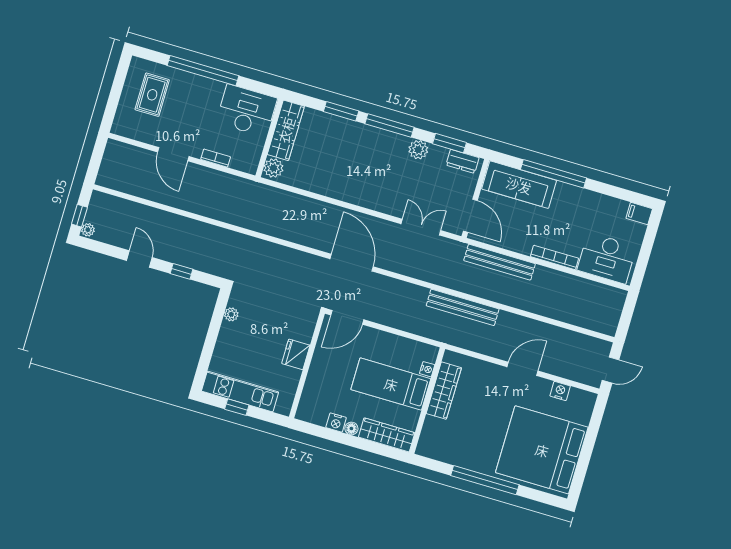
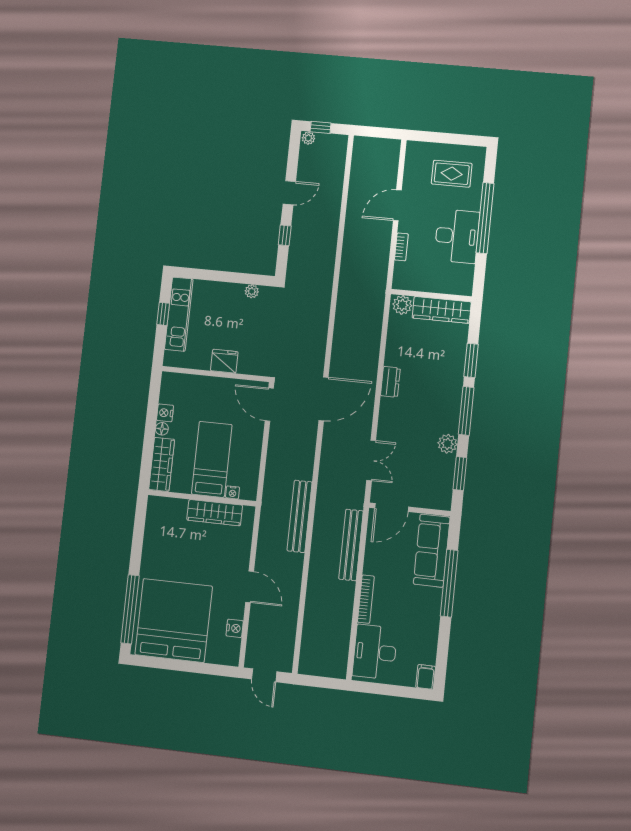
desk: (247, 111) -> (457, 236), moved
dresser: (463, 161) -> (390, 382), moved, turned 180
window: (485, 480) -> (130, 609), moved

